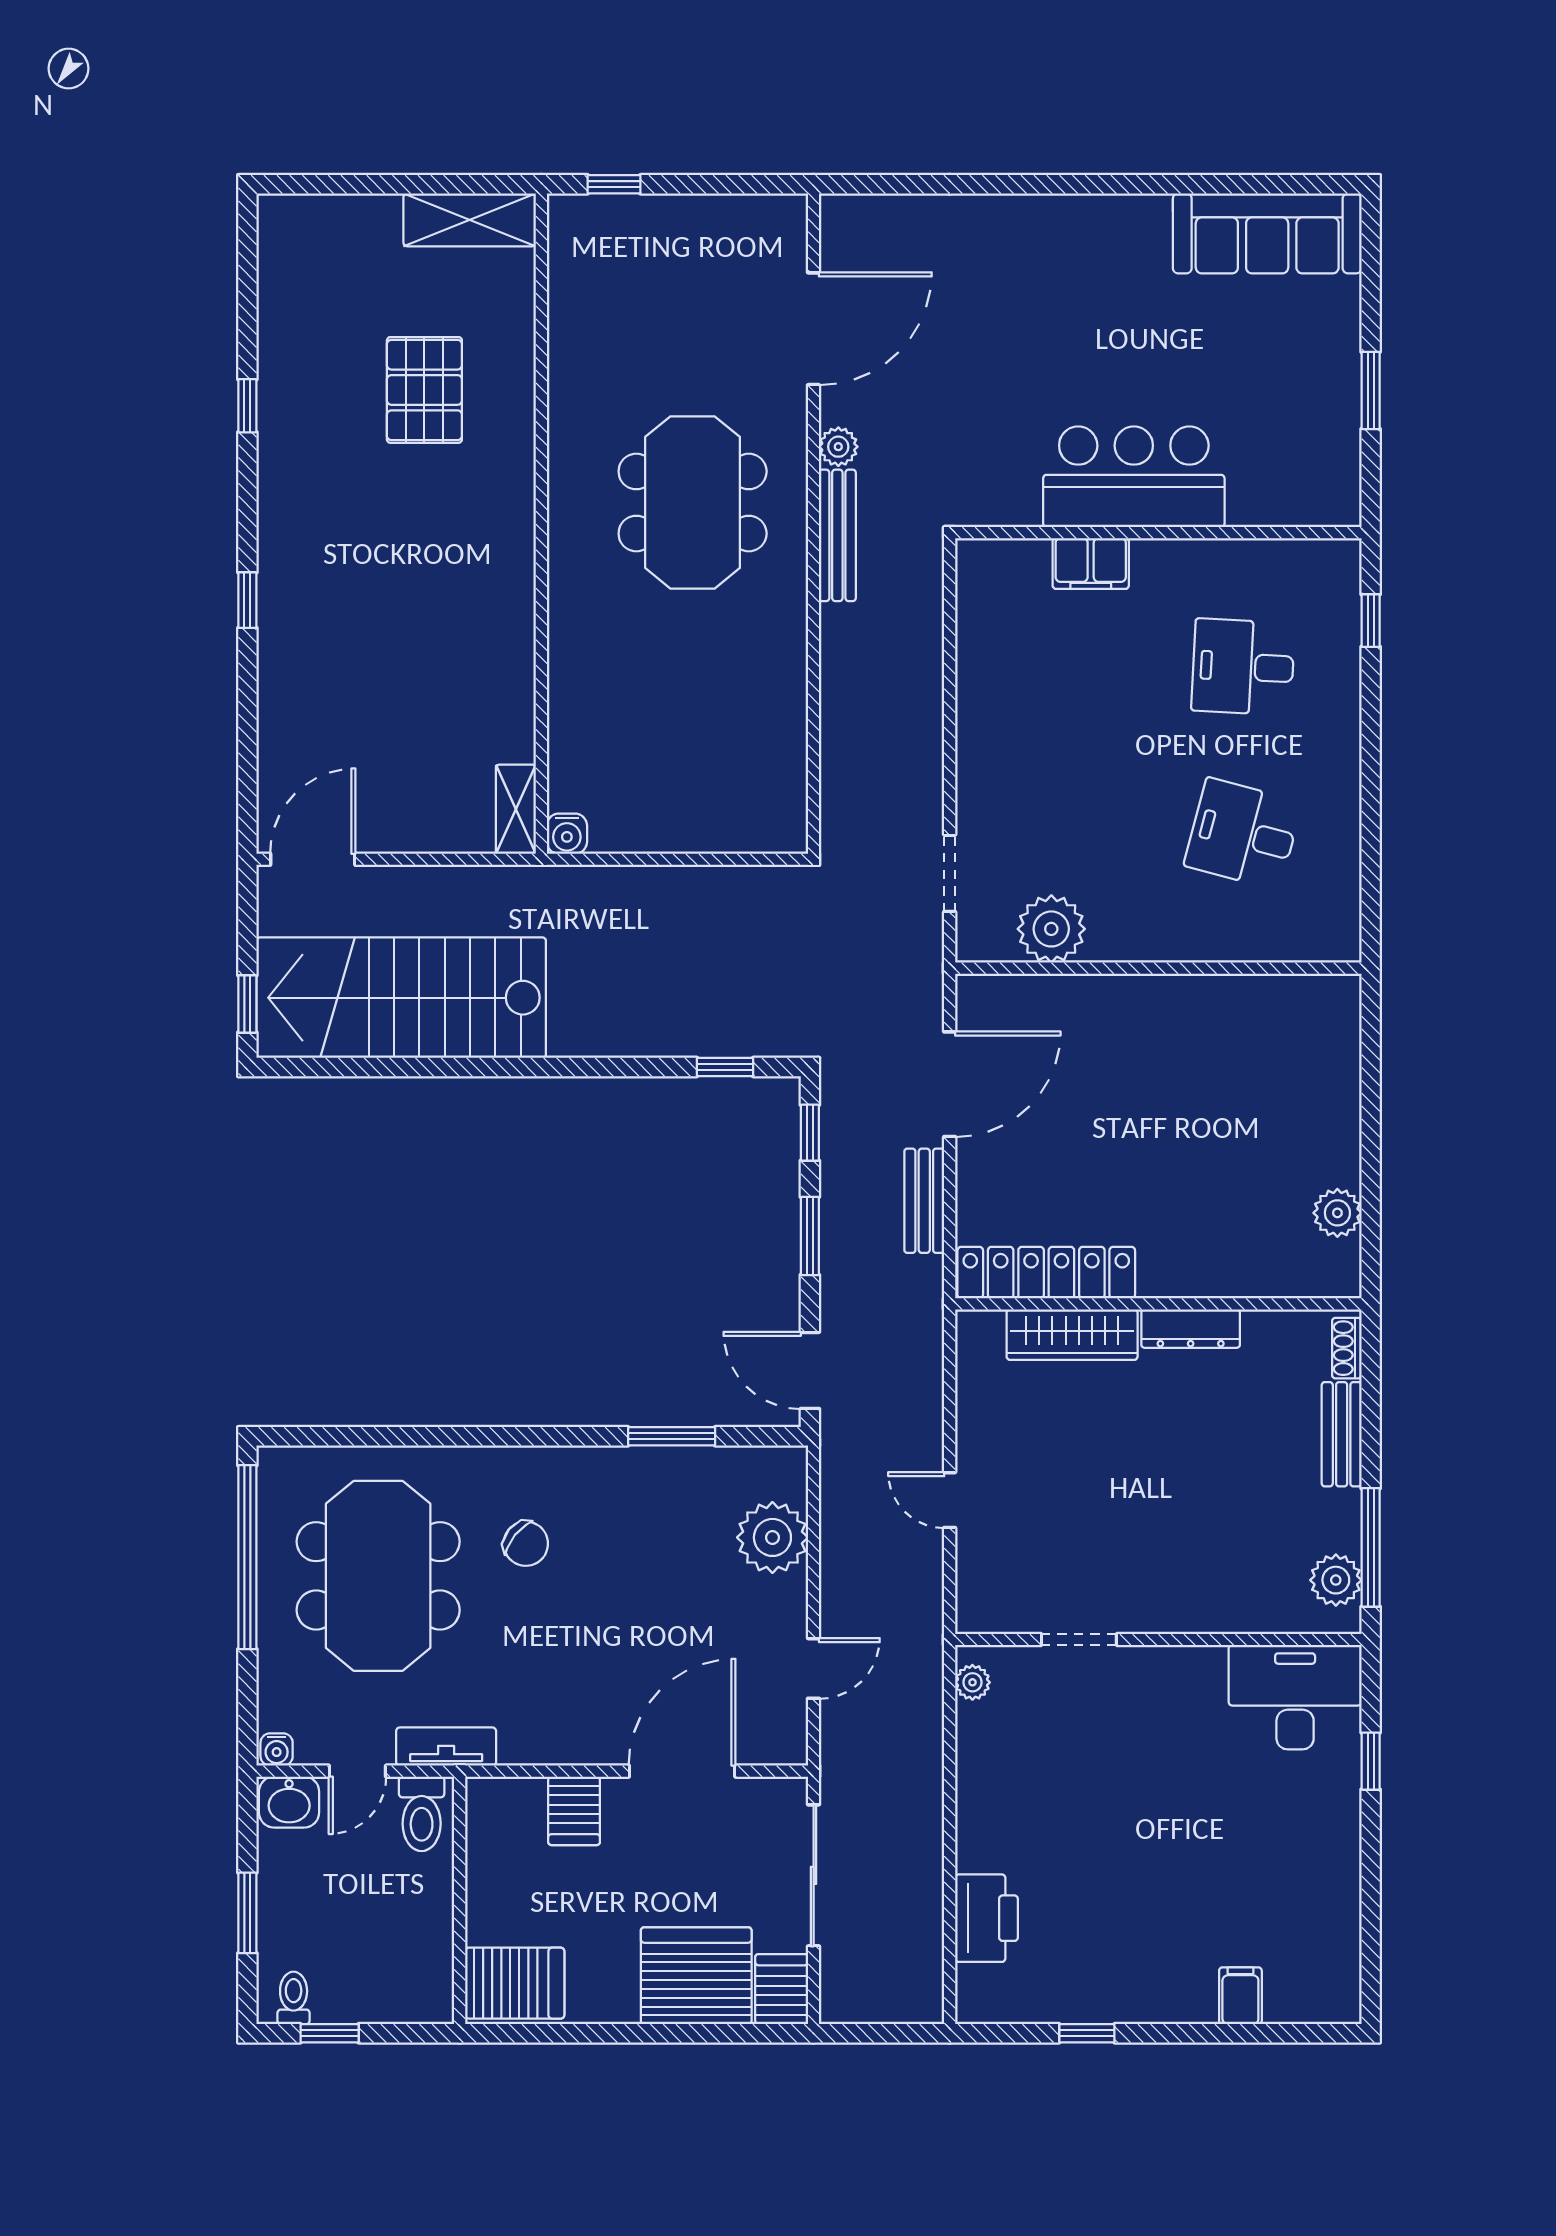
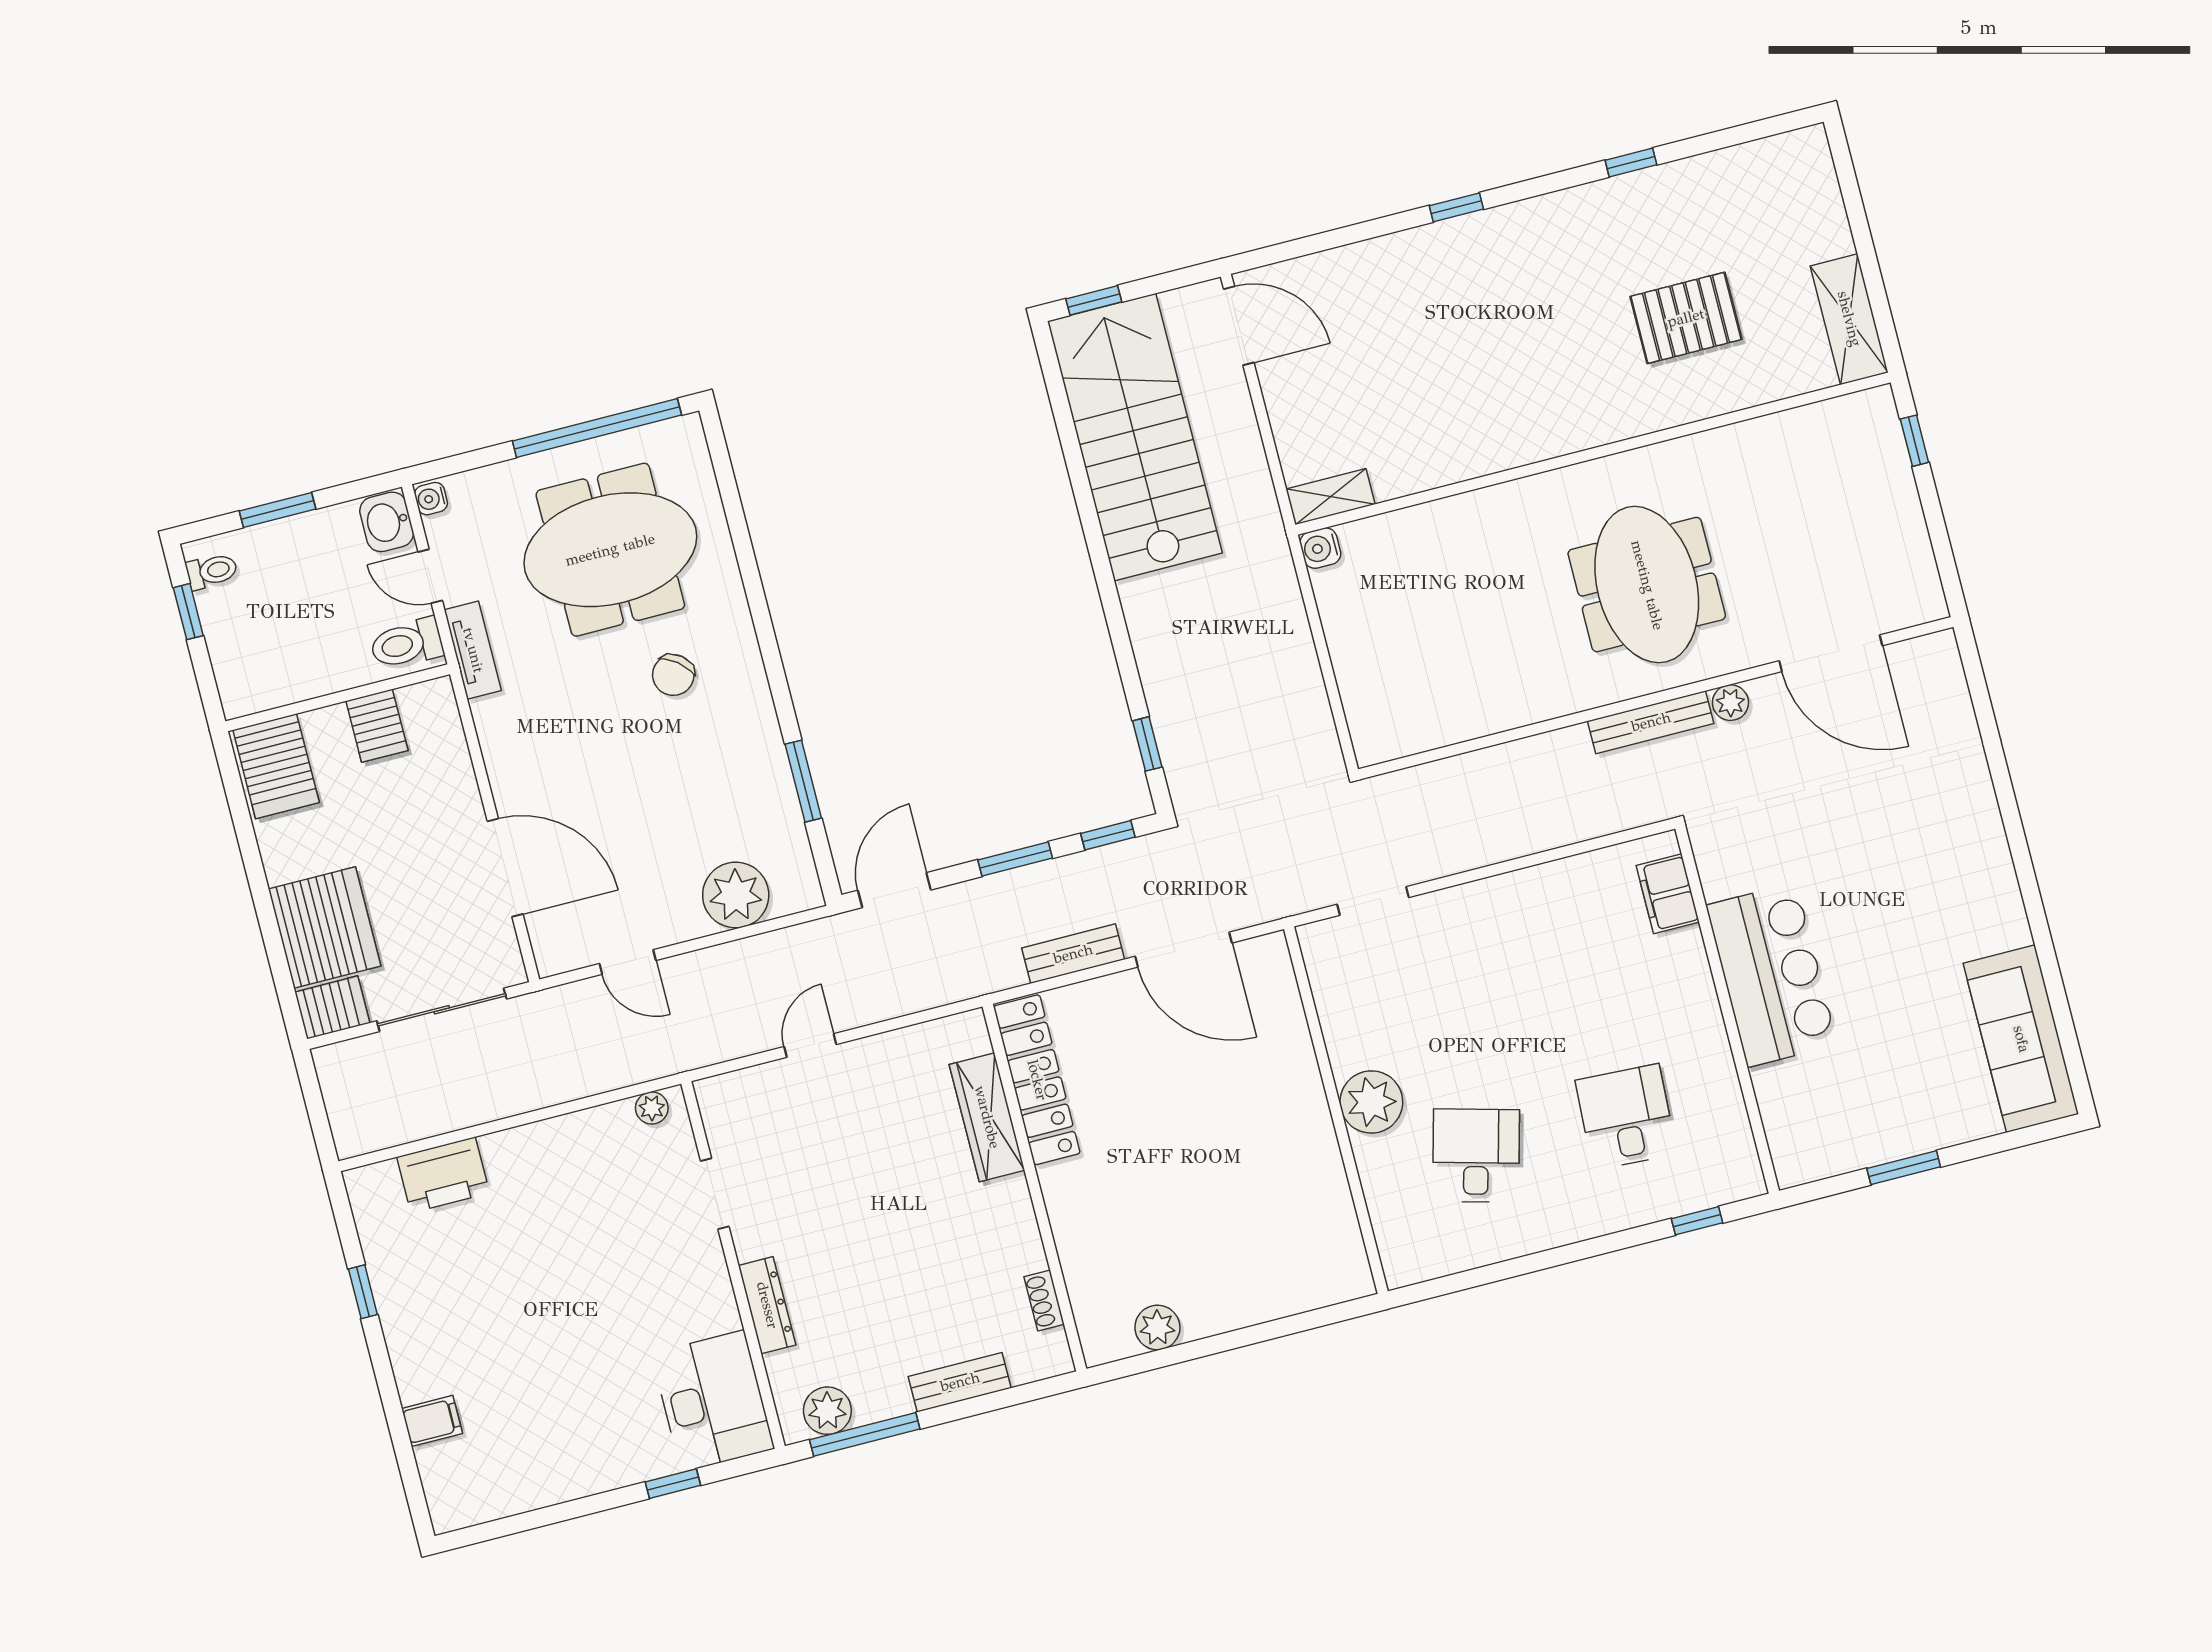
meeting table: (693, 502) -> (1647, 585), turned 90
filing cabinet: (1091, 564) -> (1668, 894), moved
plant: (1051, 929) -> (1371, 1102), moved
dresser: (1191, 1329) -> (767, 1305), moved, turned 180
shoe rack: (1347, 1348) -> (1044, 1301), moved, turned -90
server rack: (574, 1811) -> (377, 726), moved, turned -90

